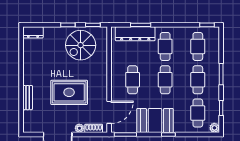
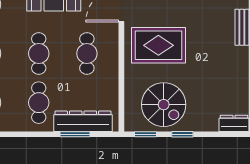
spiral stairs: (81, 45) -> (164, 105), turned 90
rug: (69, 92) -> (158, 45), moved

